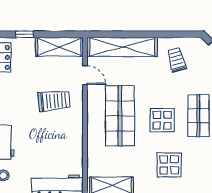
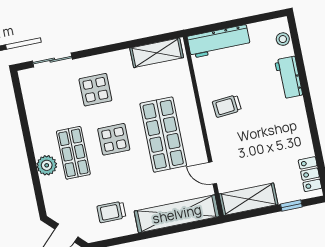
trolley: (177, 60) -> (111, 212), turned 105
trolley: (54, 101) -> (227, 106), moved, width x0.73, depth x0.72

